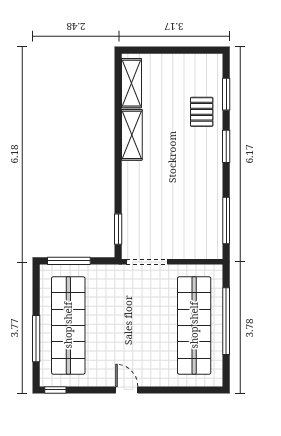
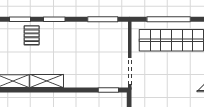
pallet: (202, 112) -> (32, 35), turned 90

